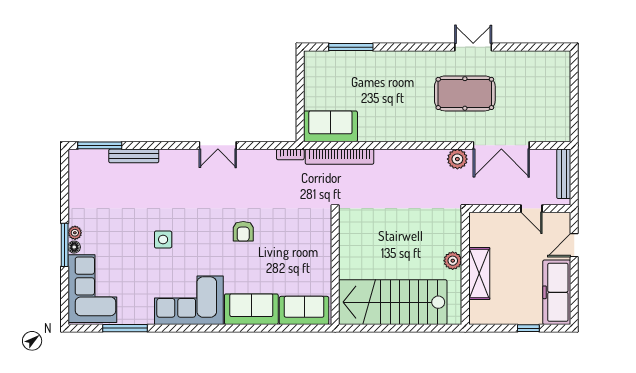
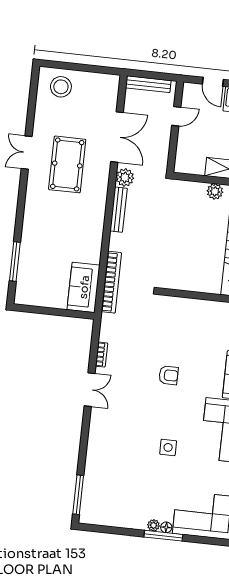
stool: (550, 77) -> (61, 87), added
bookcase: (290, 154) -> (101, 355), moved
bench: (134, 156) -> (119, 210), moved

